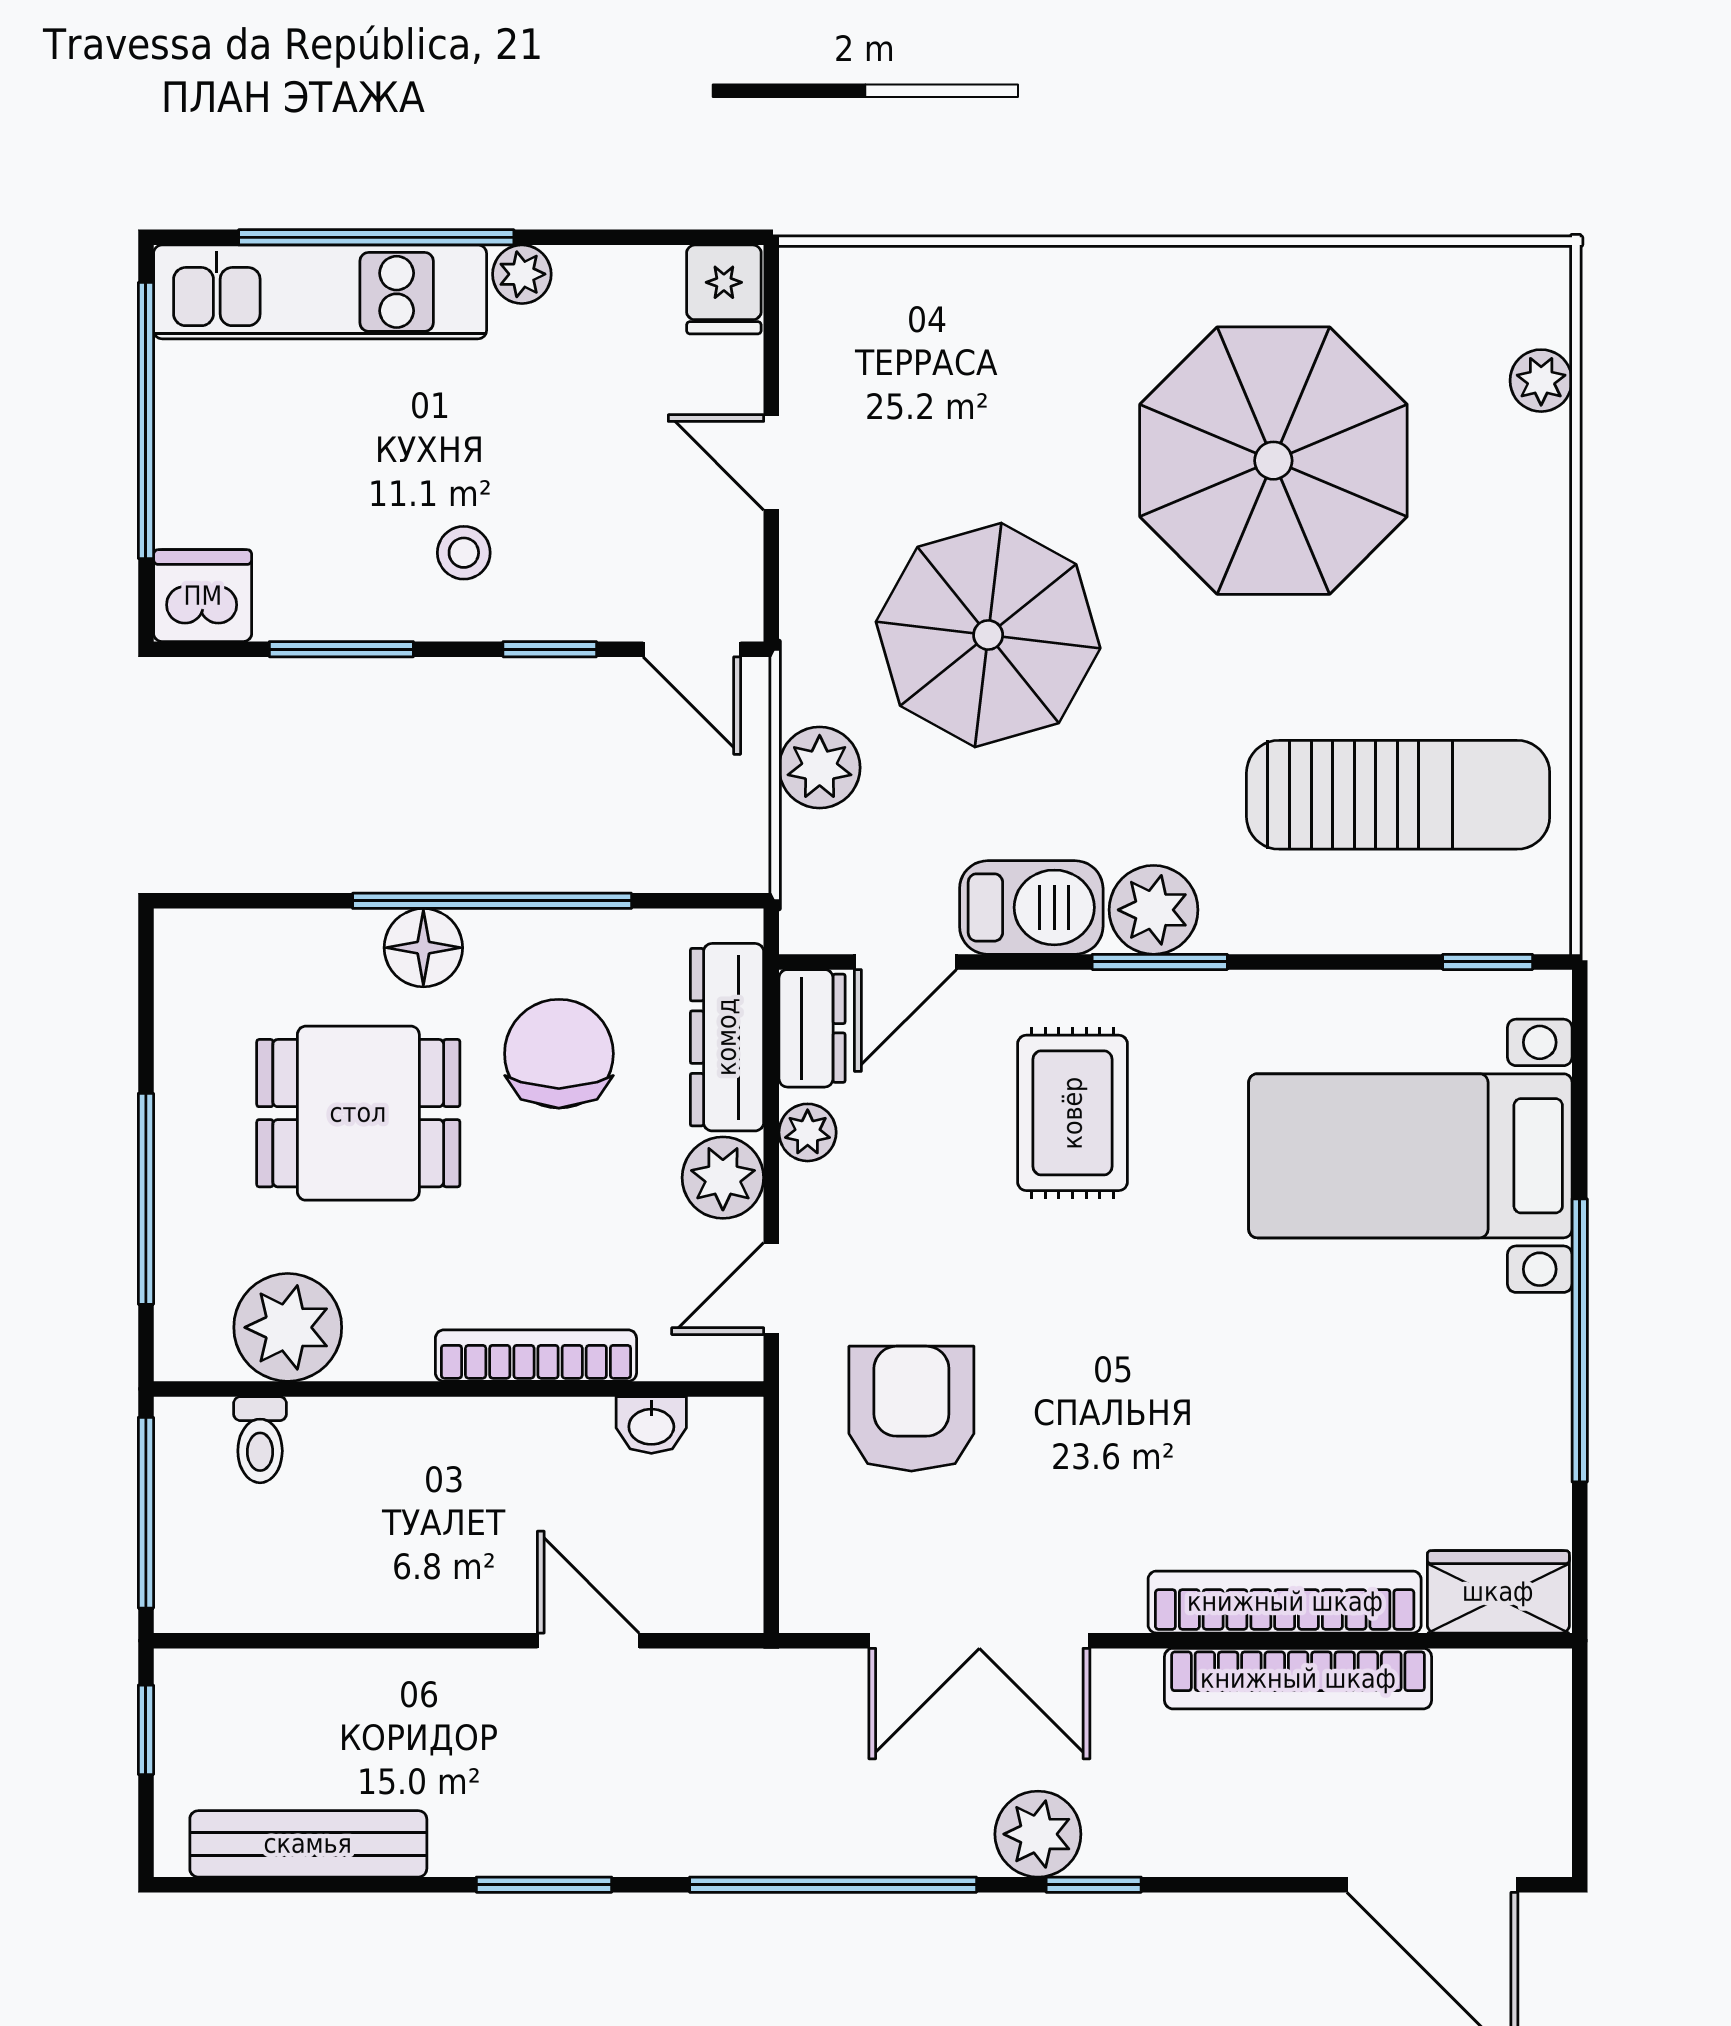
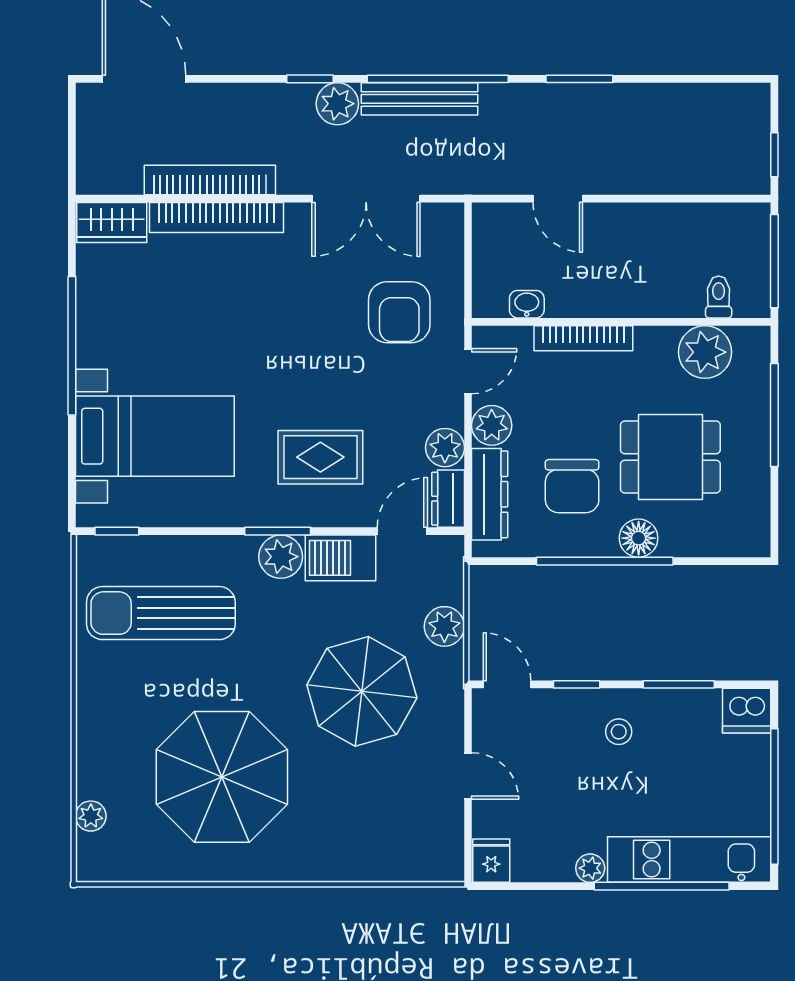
rug: (1073, 1113) -> (320, 457), turned 90
plant: (808, 1132) -> (445, 448), width x1.38, depth x1.38
double door: (979, 1641) -> (366, 199), swing flipped
bench: (308, 1844) -> (419, 99), moved

